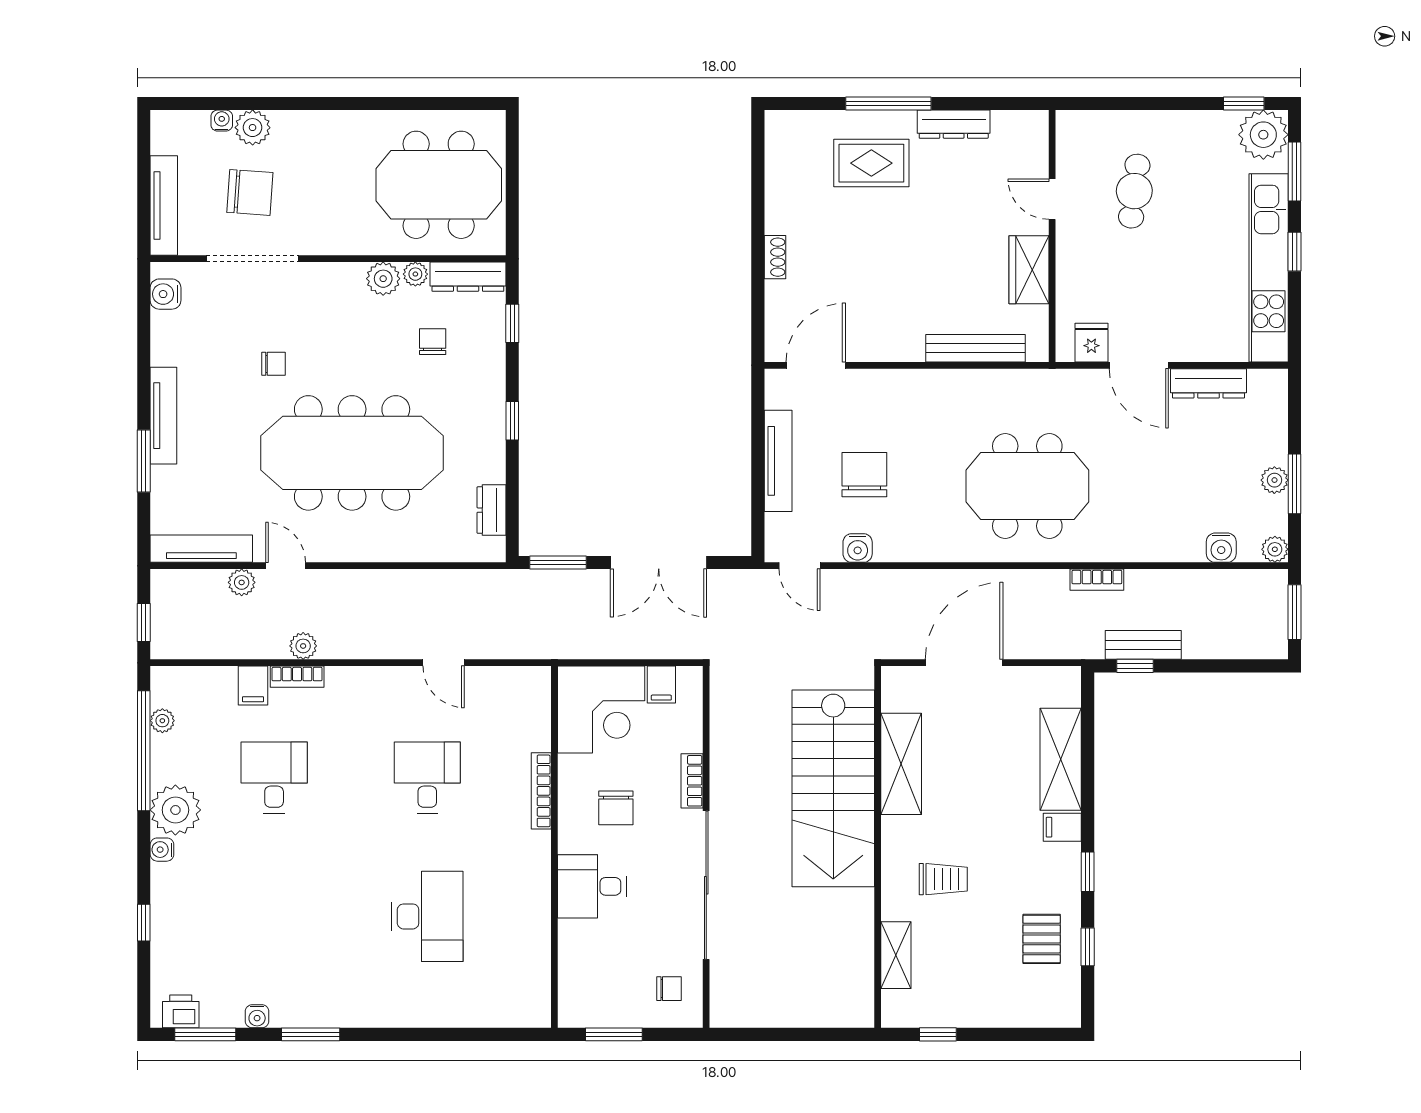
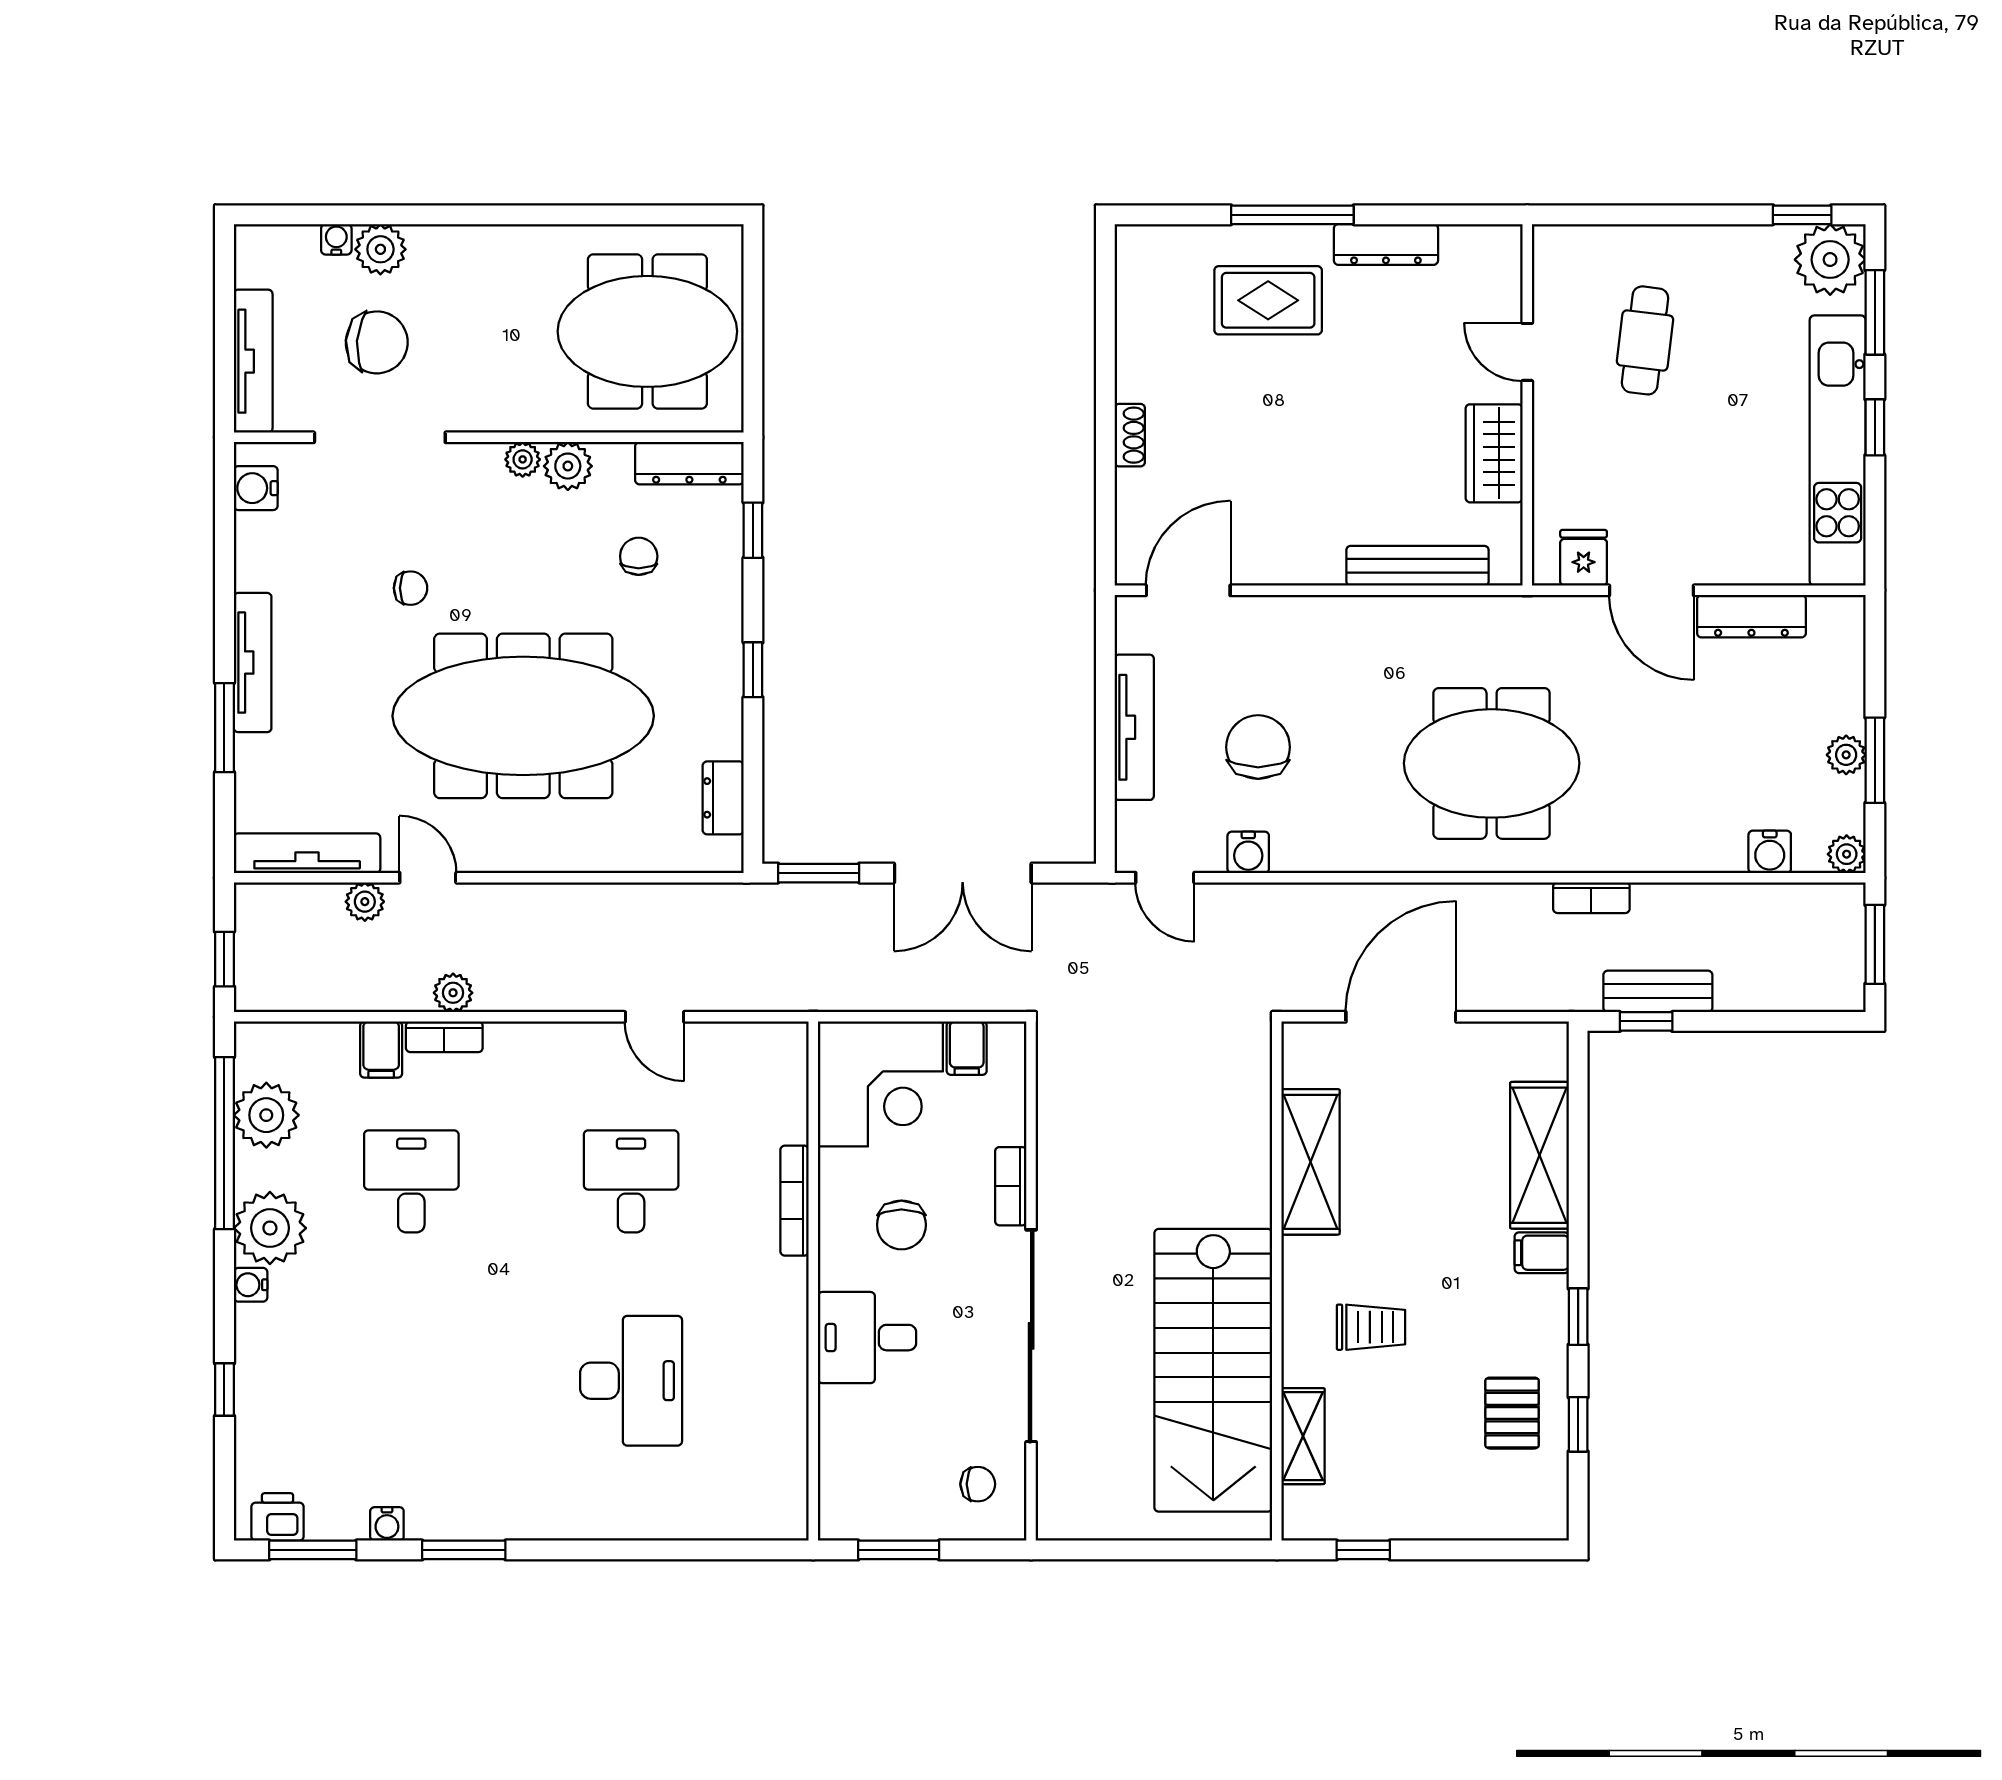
plant: (415, 274) -> (523, 459), moved
plant: (162, 721) -> (266, 1115), width x1.87, depth x1.87
stairs: (833, 788) -> (1213, 1370), moved

